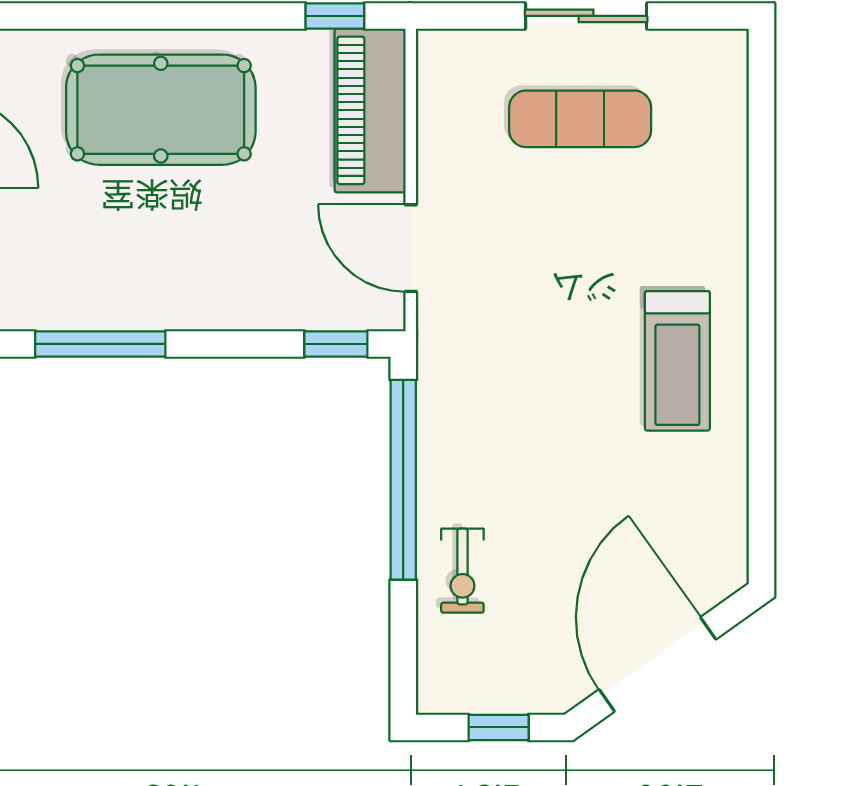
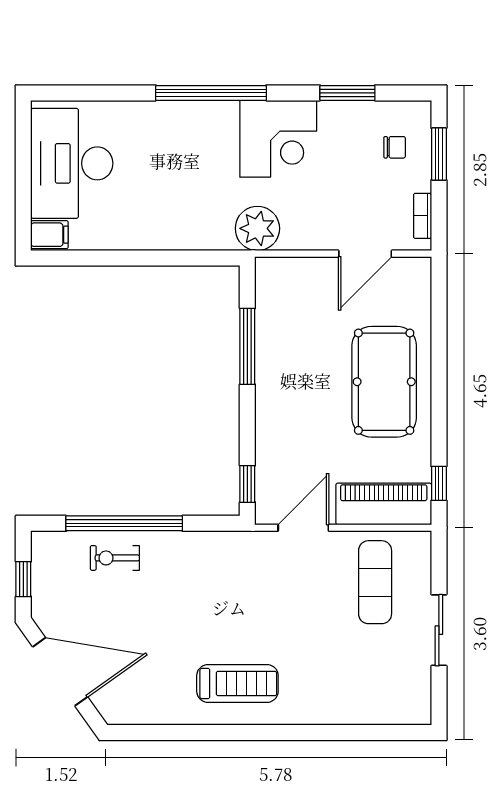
exercise mat: (580, 119) -> (375, 582), moved
treadmill: (677, 361) -> (237, 683), turned 180
window: (403, 480) -> (124, 523), moved

